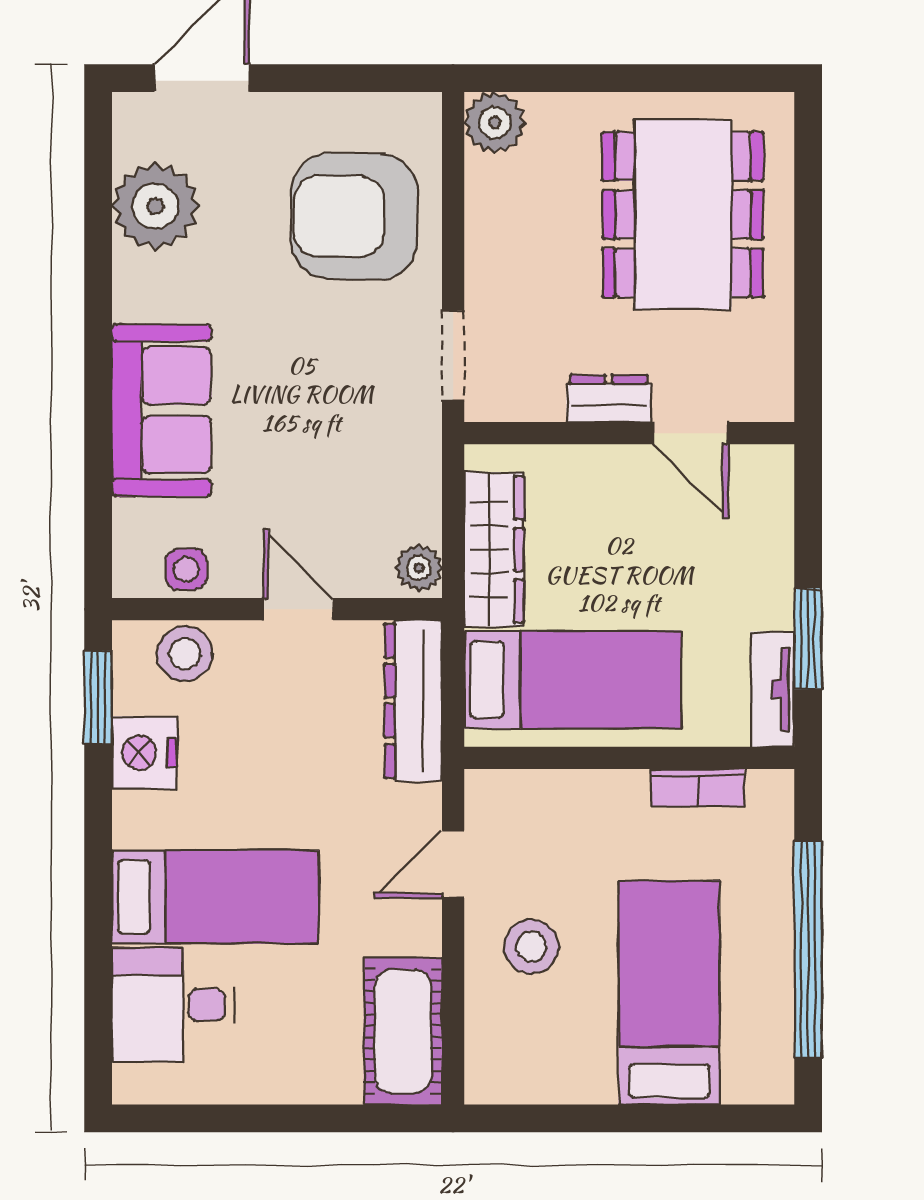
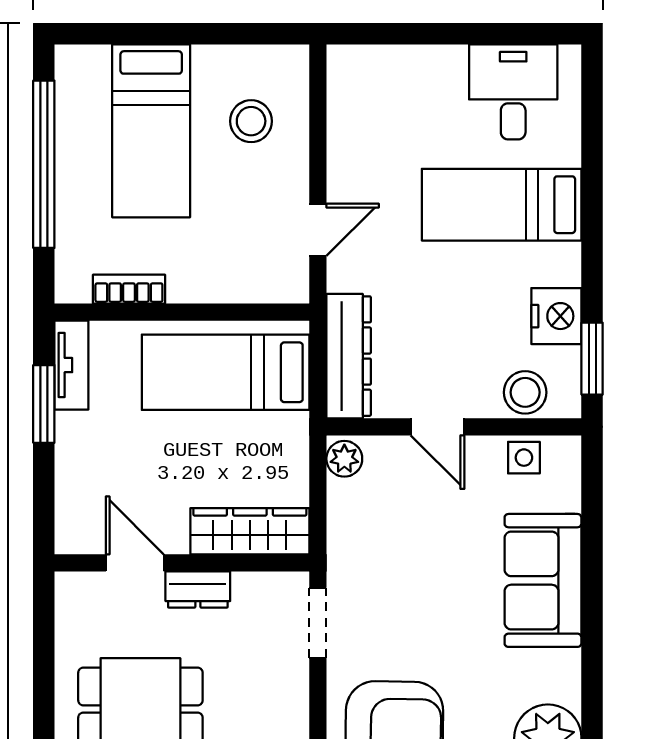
wardrobe: (494, 549) -> (250, 531), moved, turned 90
stool: (531, 946) -> (251, 121), moved
desk: (173, 1005) -> (513, 92), moved, turned -90
cot: (403, 1031) -> (357, 101), removed

